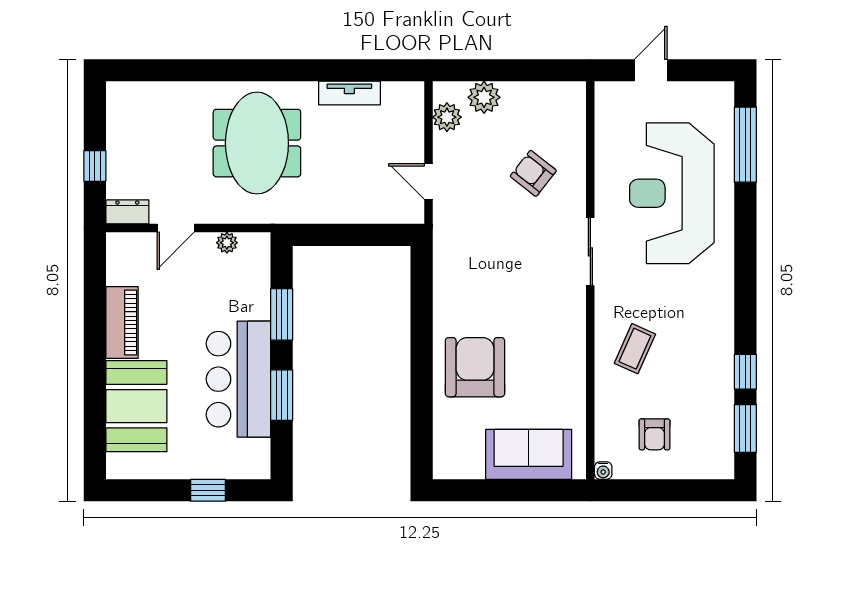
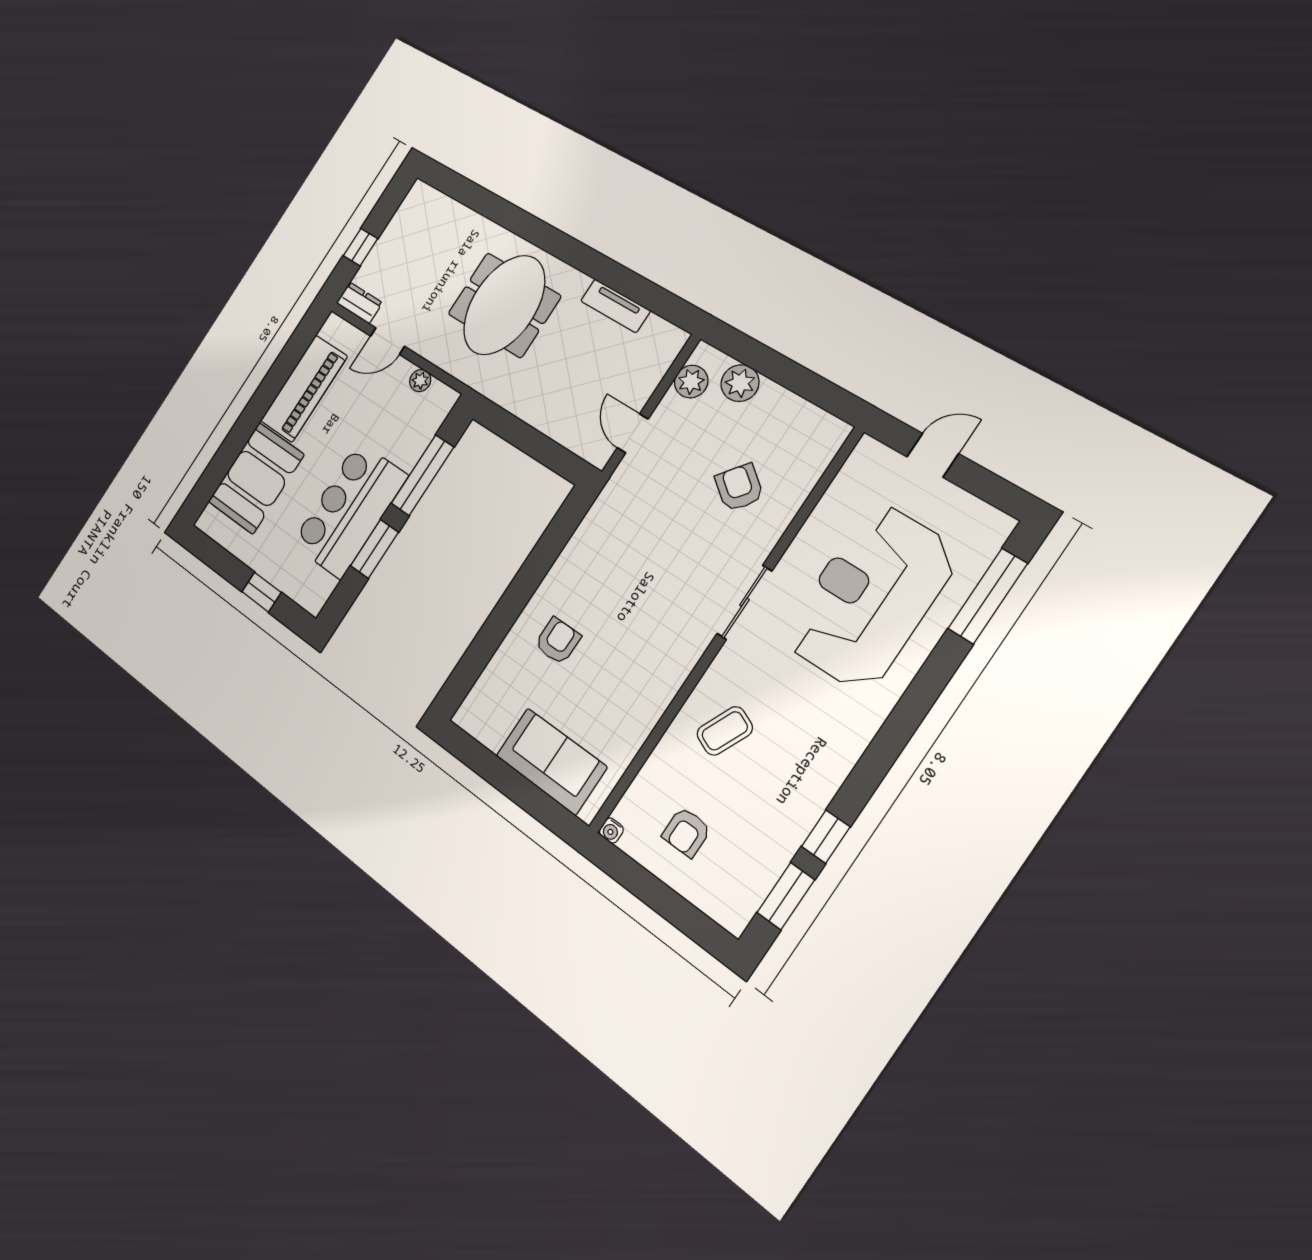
window: (282, 314) -> (422, 475), width x1.44
piano: (122, 322) -> (304, 389), width x1.37, depth x1.33
armchair: (475, 367) -> (558, 641), width x0.53, depth x0.53

